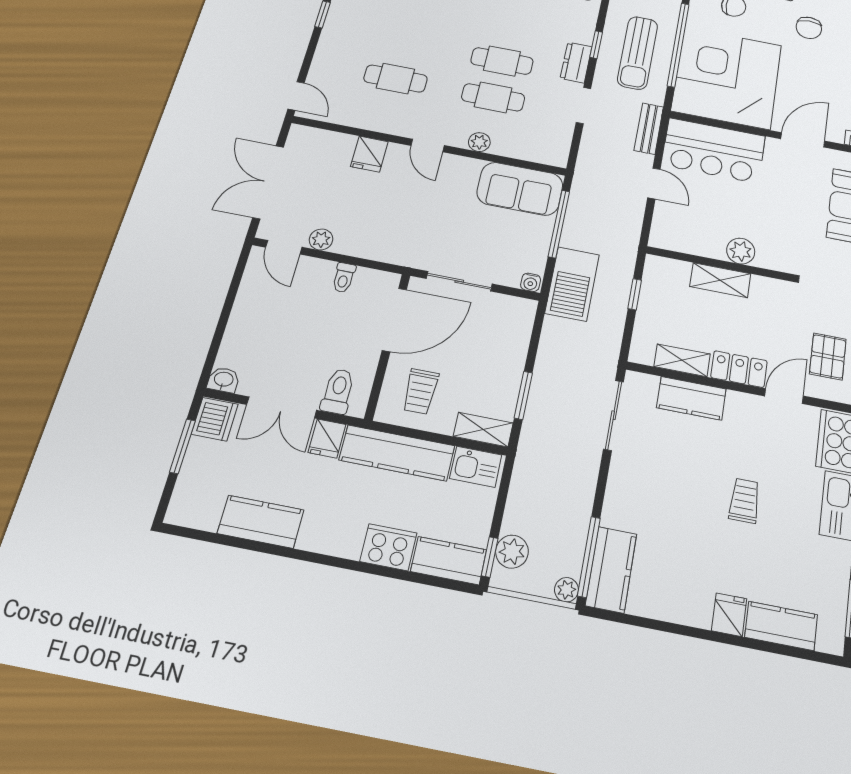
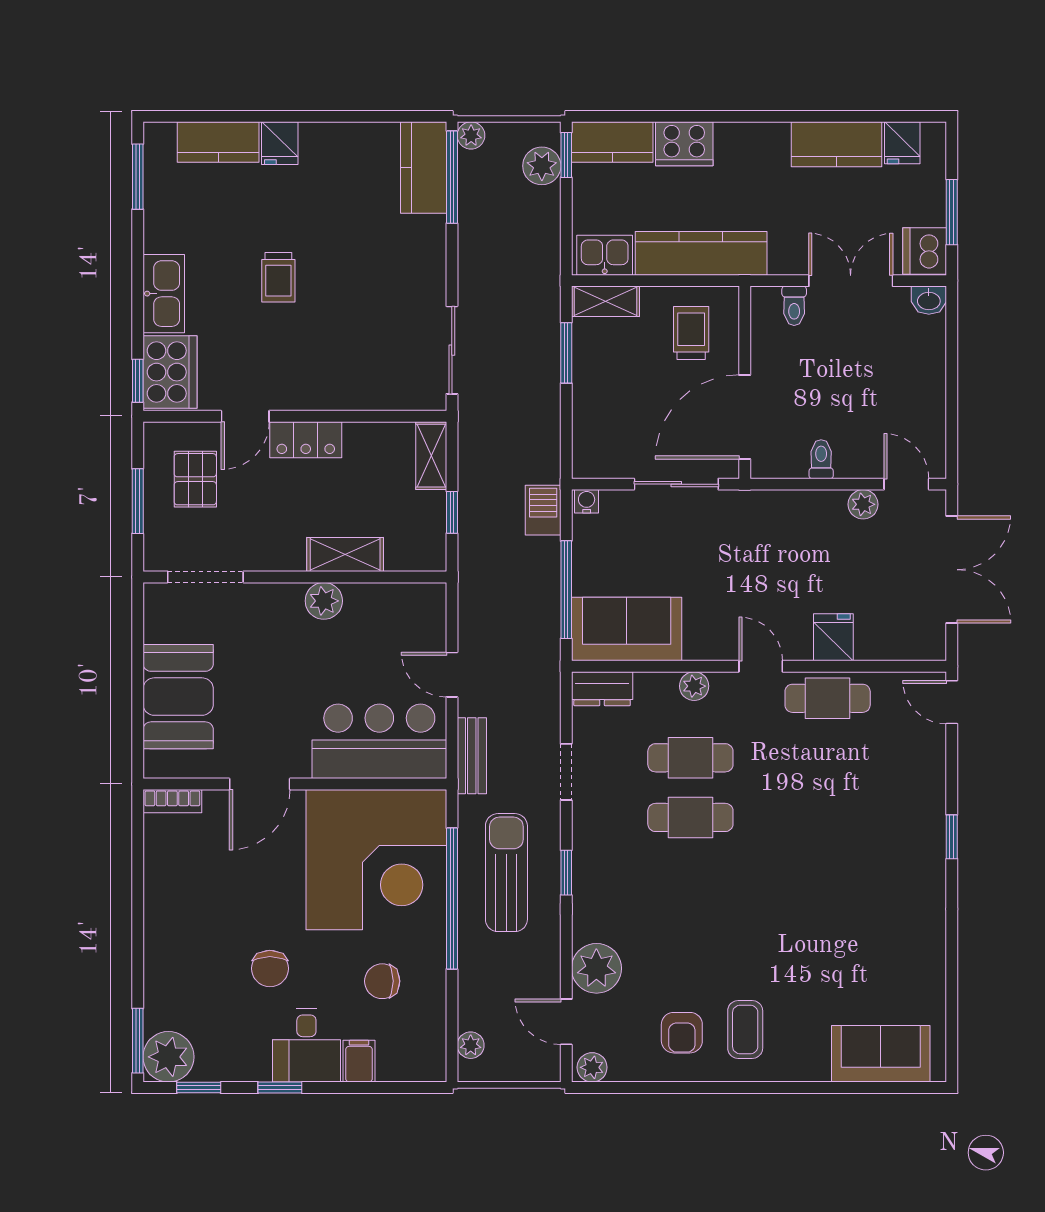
chair: (809, 28) -> (270, 968), turned 180
dresser: (576, 63) -> (602, 689), moved, turned 90
cafe table: (395, 79) -> (828, 698), moved
barbecue: (572, 284) -> (543, 510), width x0.53, depth x0.65
shelving: (682, 360) -> (431, 456), moved, turned 90
toilet: (338, 391) -> (794, 306), width x0.73, depth x0.72
kitchen counter: (691, 398) -> (360, 390), removed
fridge: (327, 438) -> (902, 143), moved, turned 180

